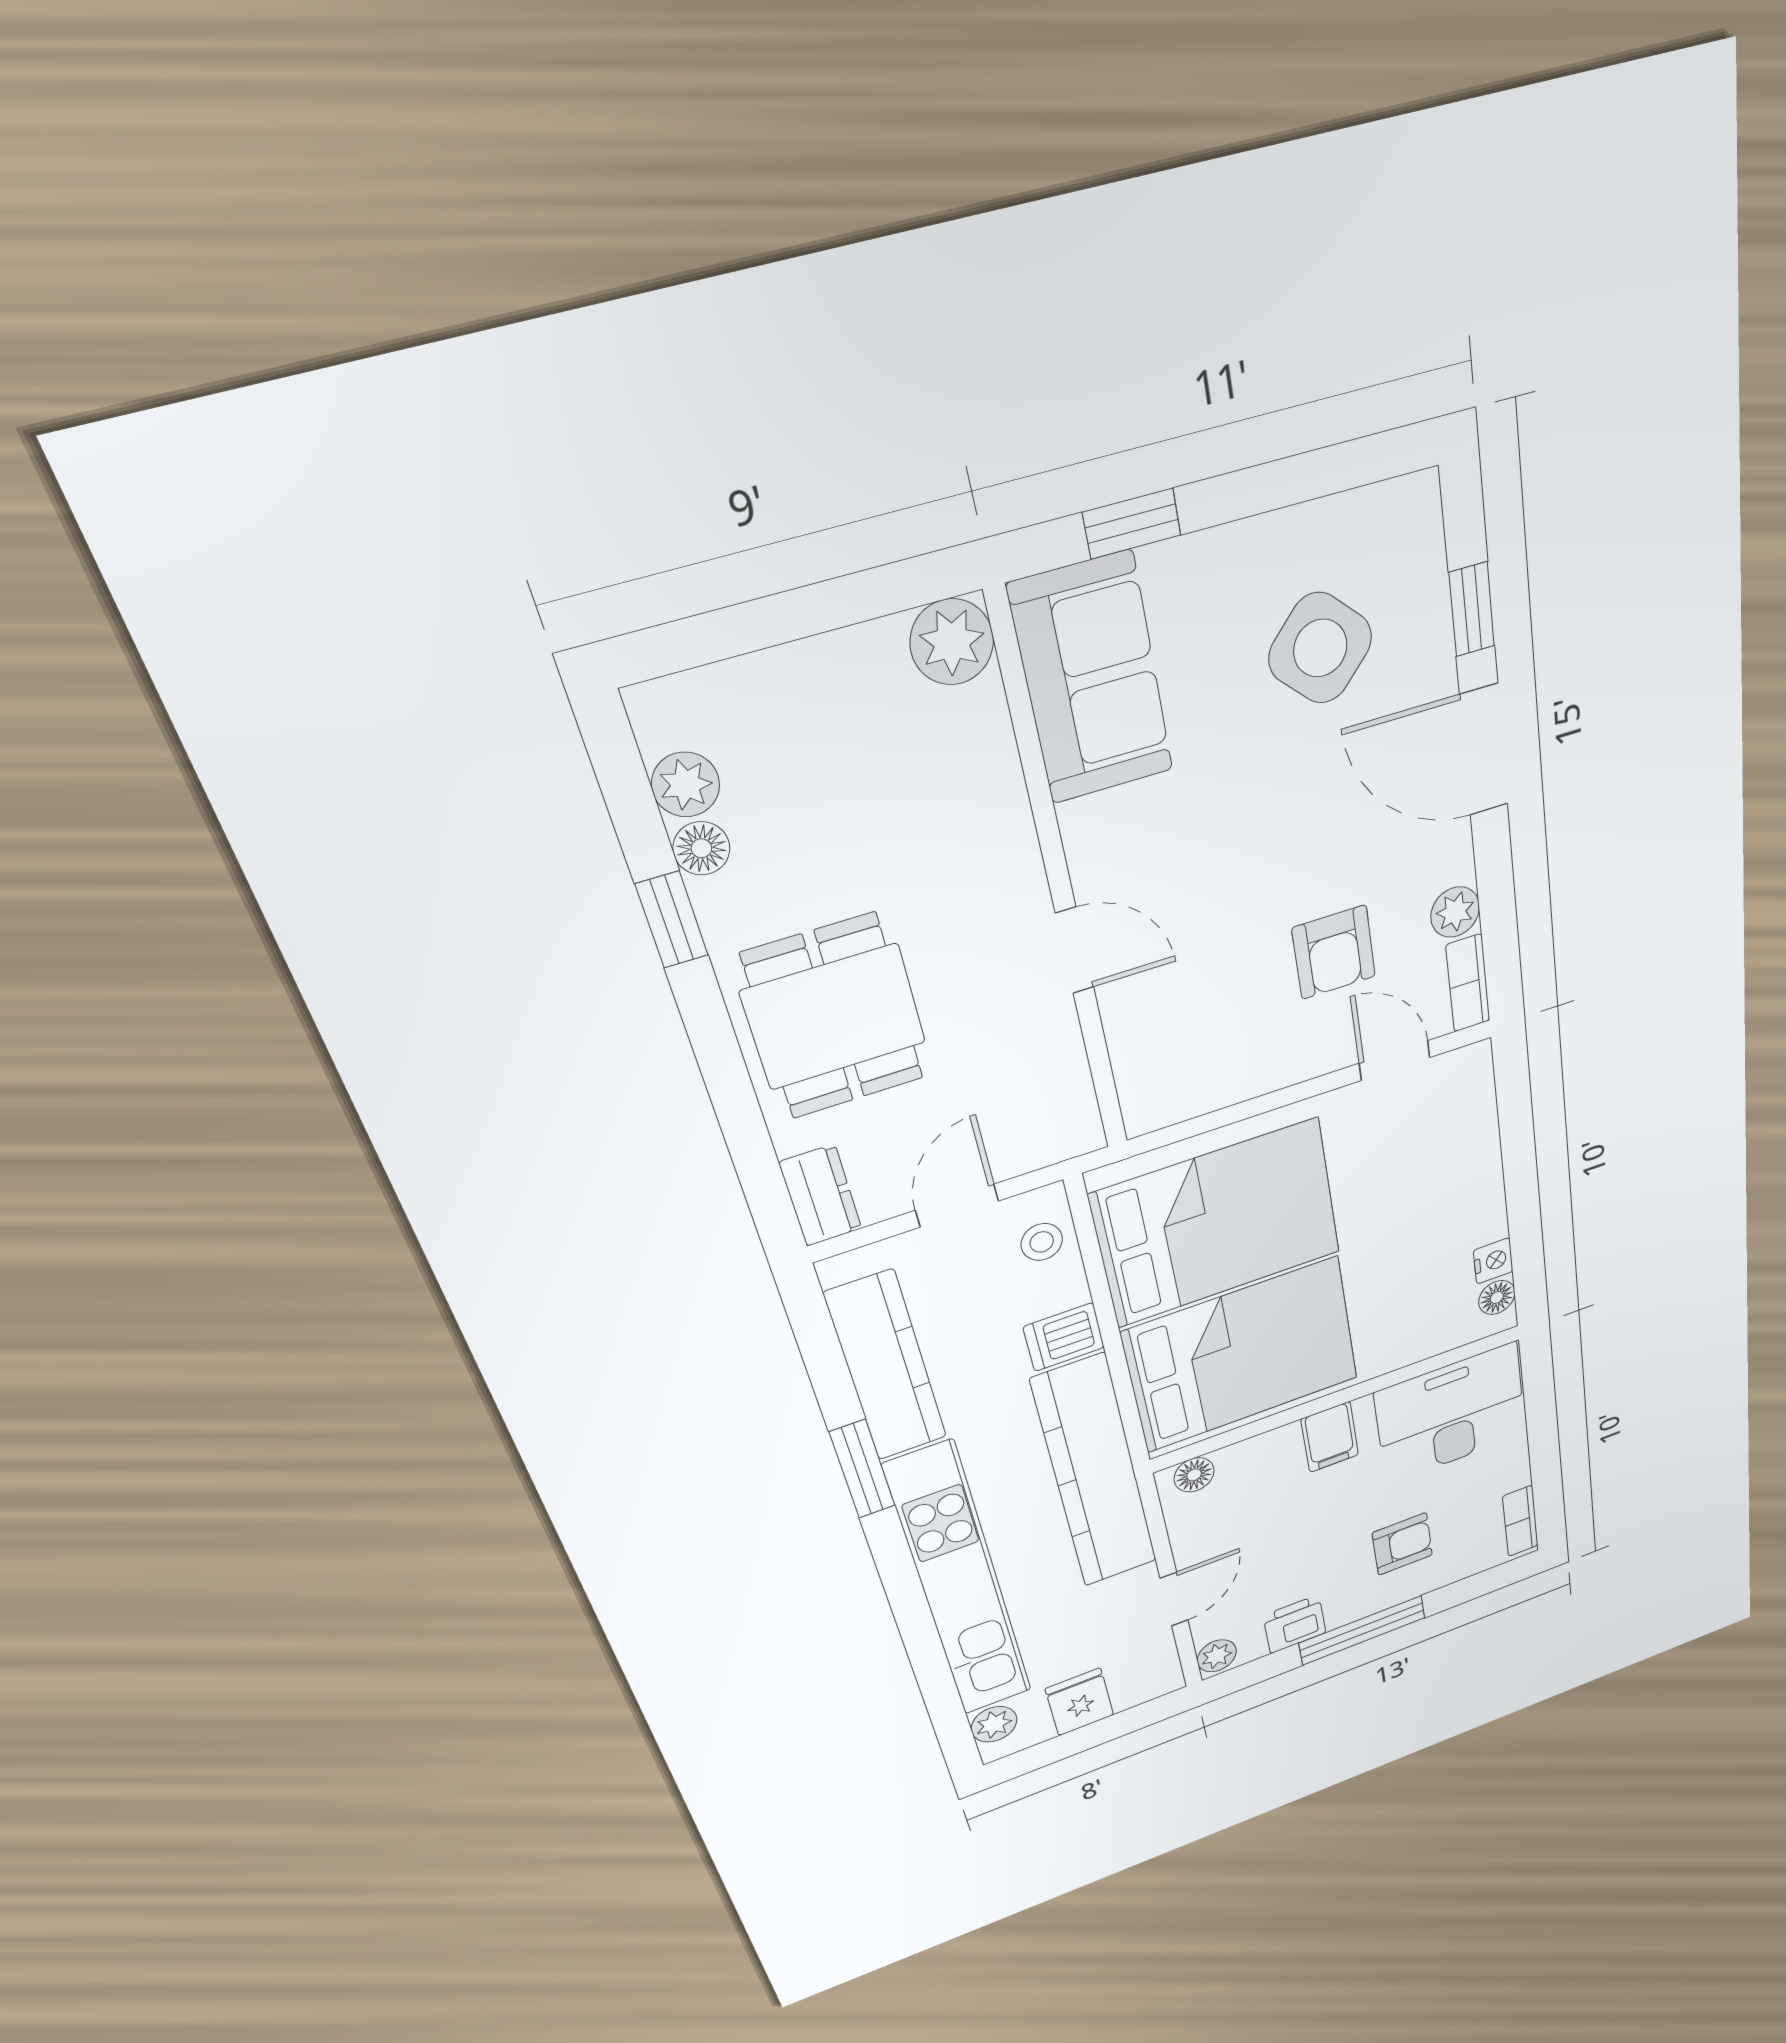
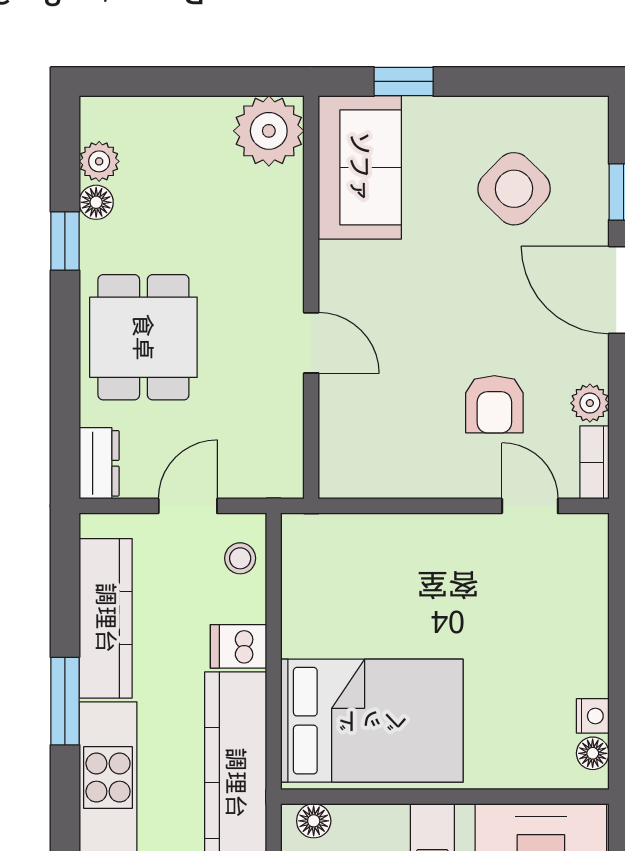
plant: (952, 642) -> (269, 131), width x1.36, depth x1.36
bed: (1217, 1224) -> (373, 593), removed

